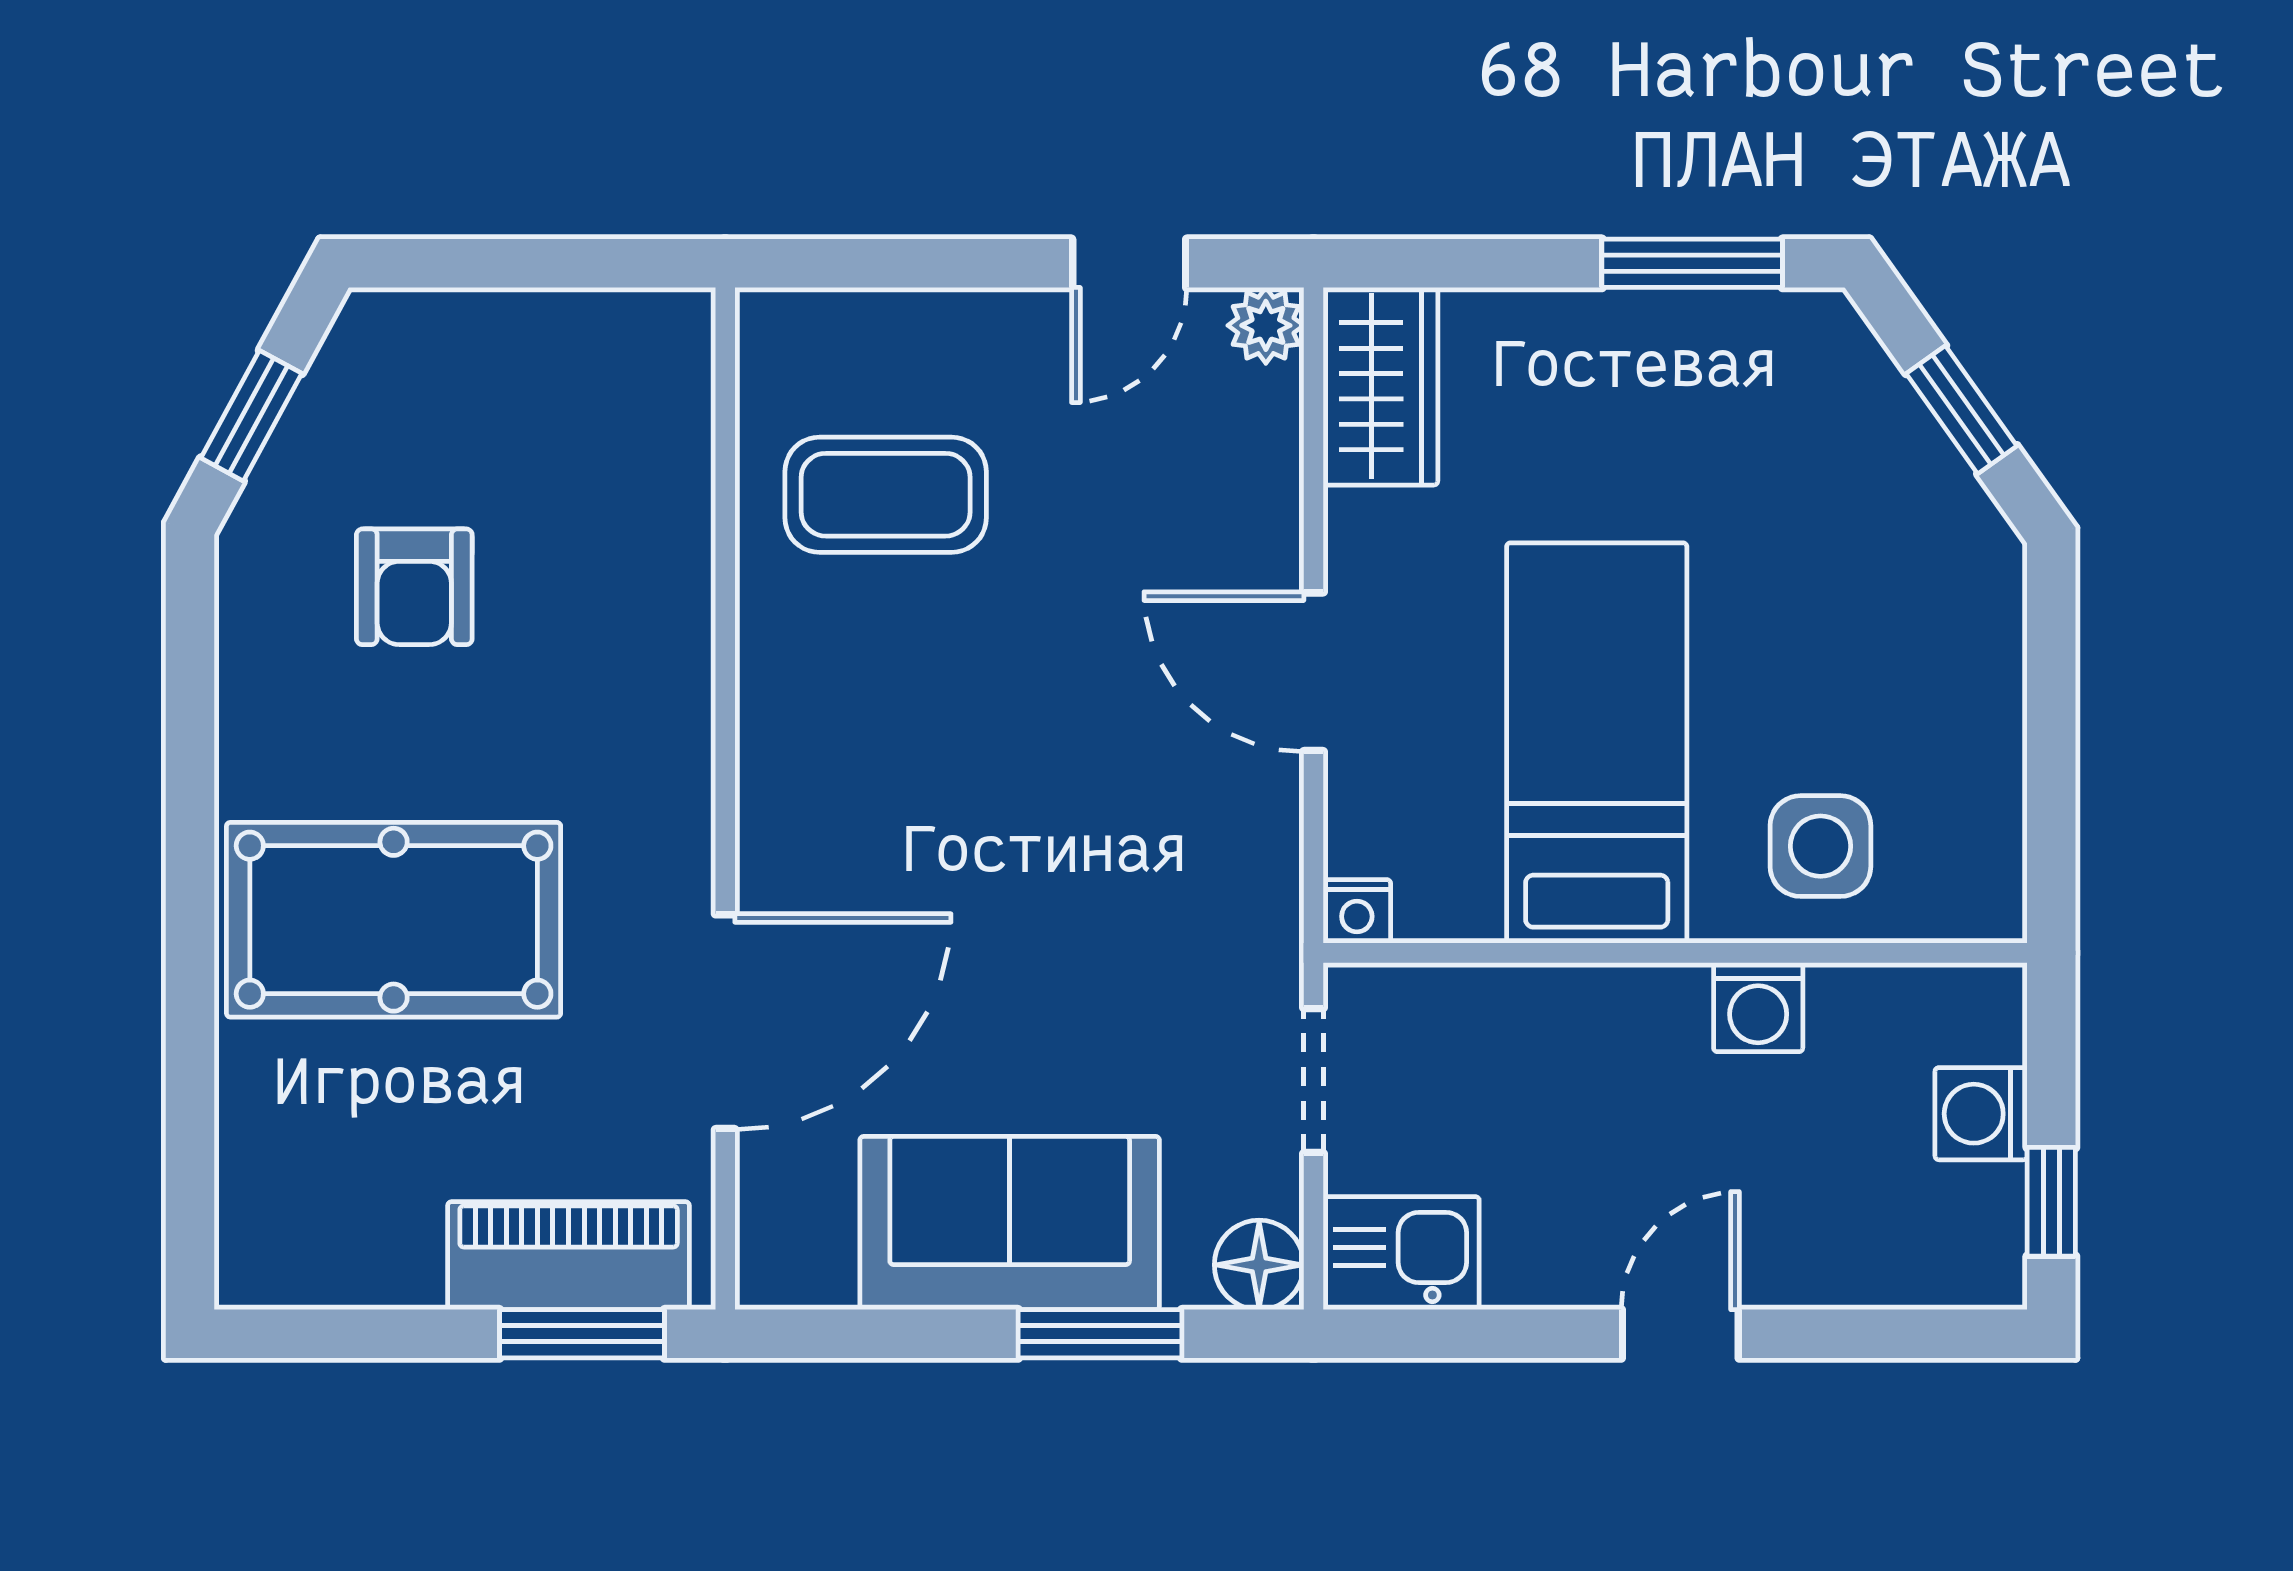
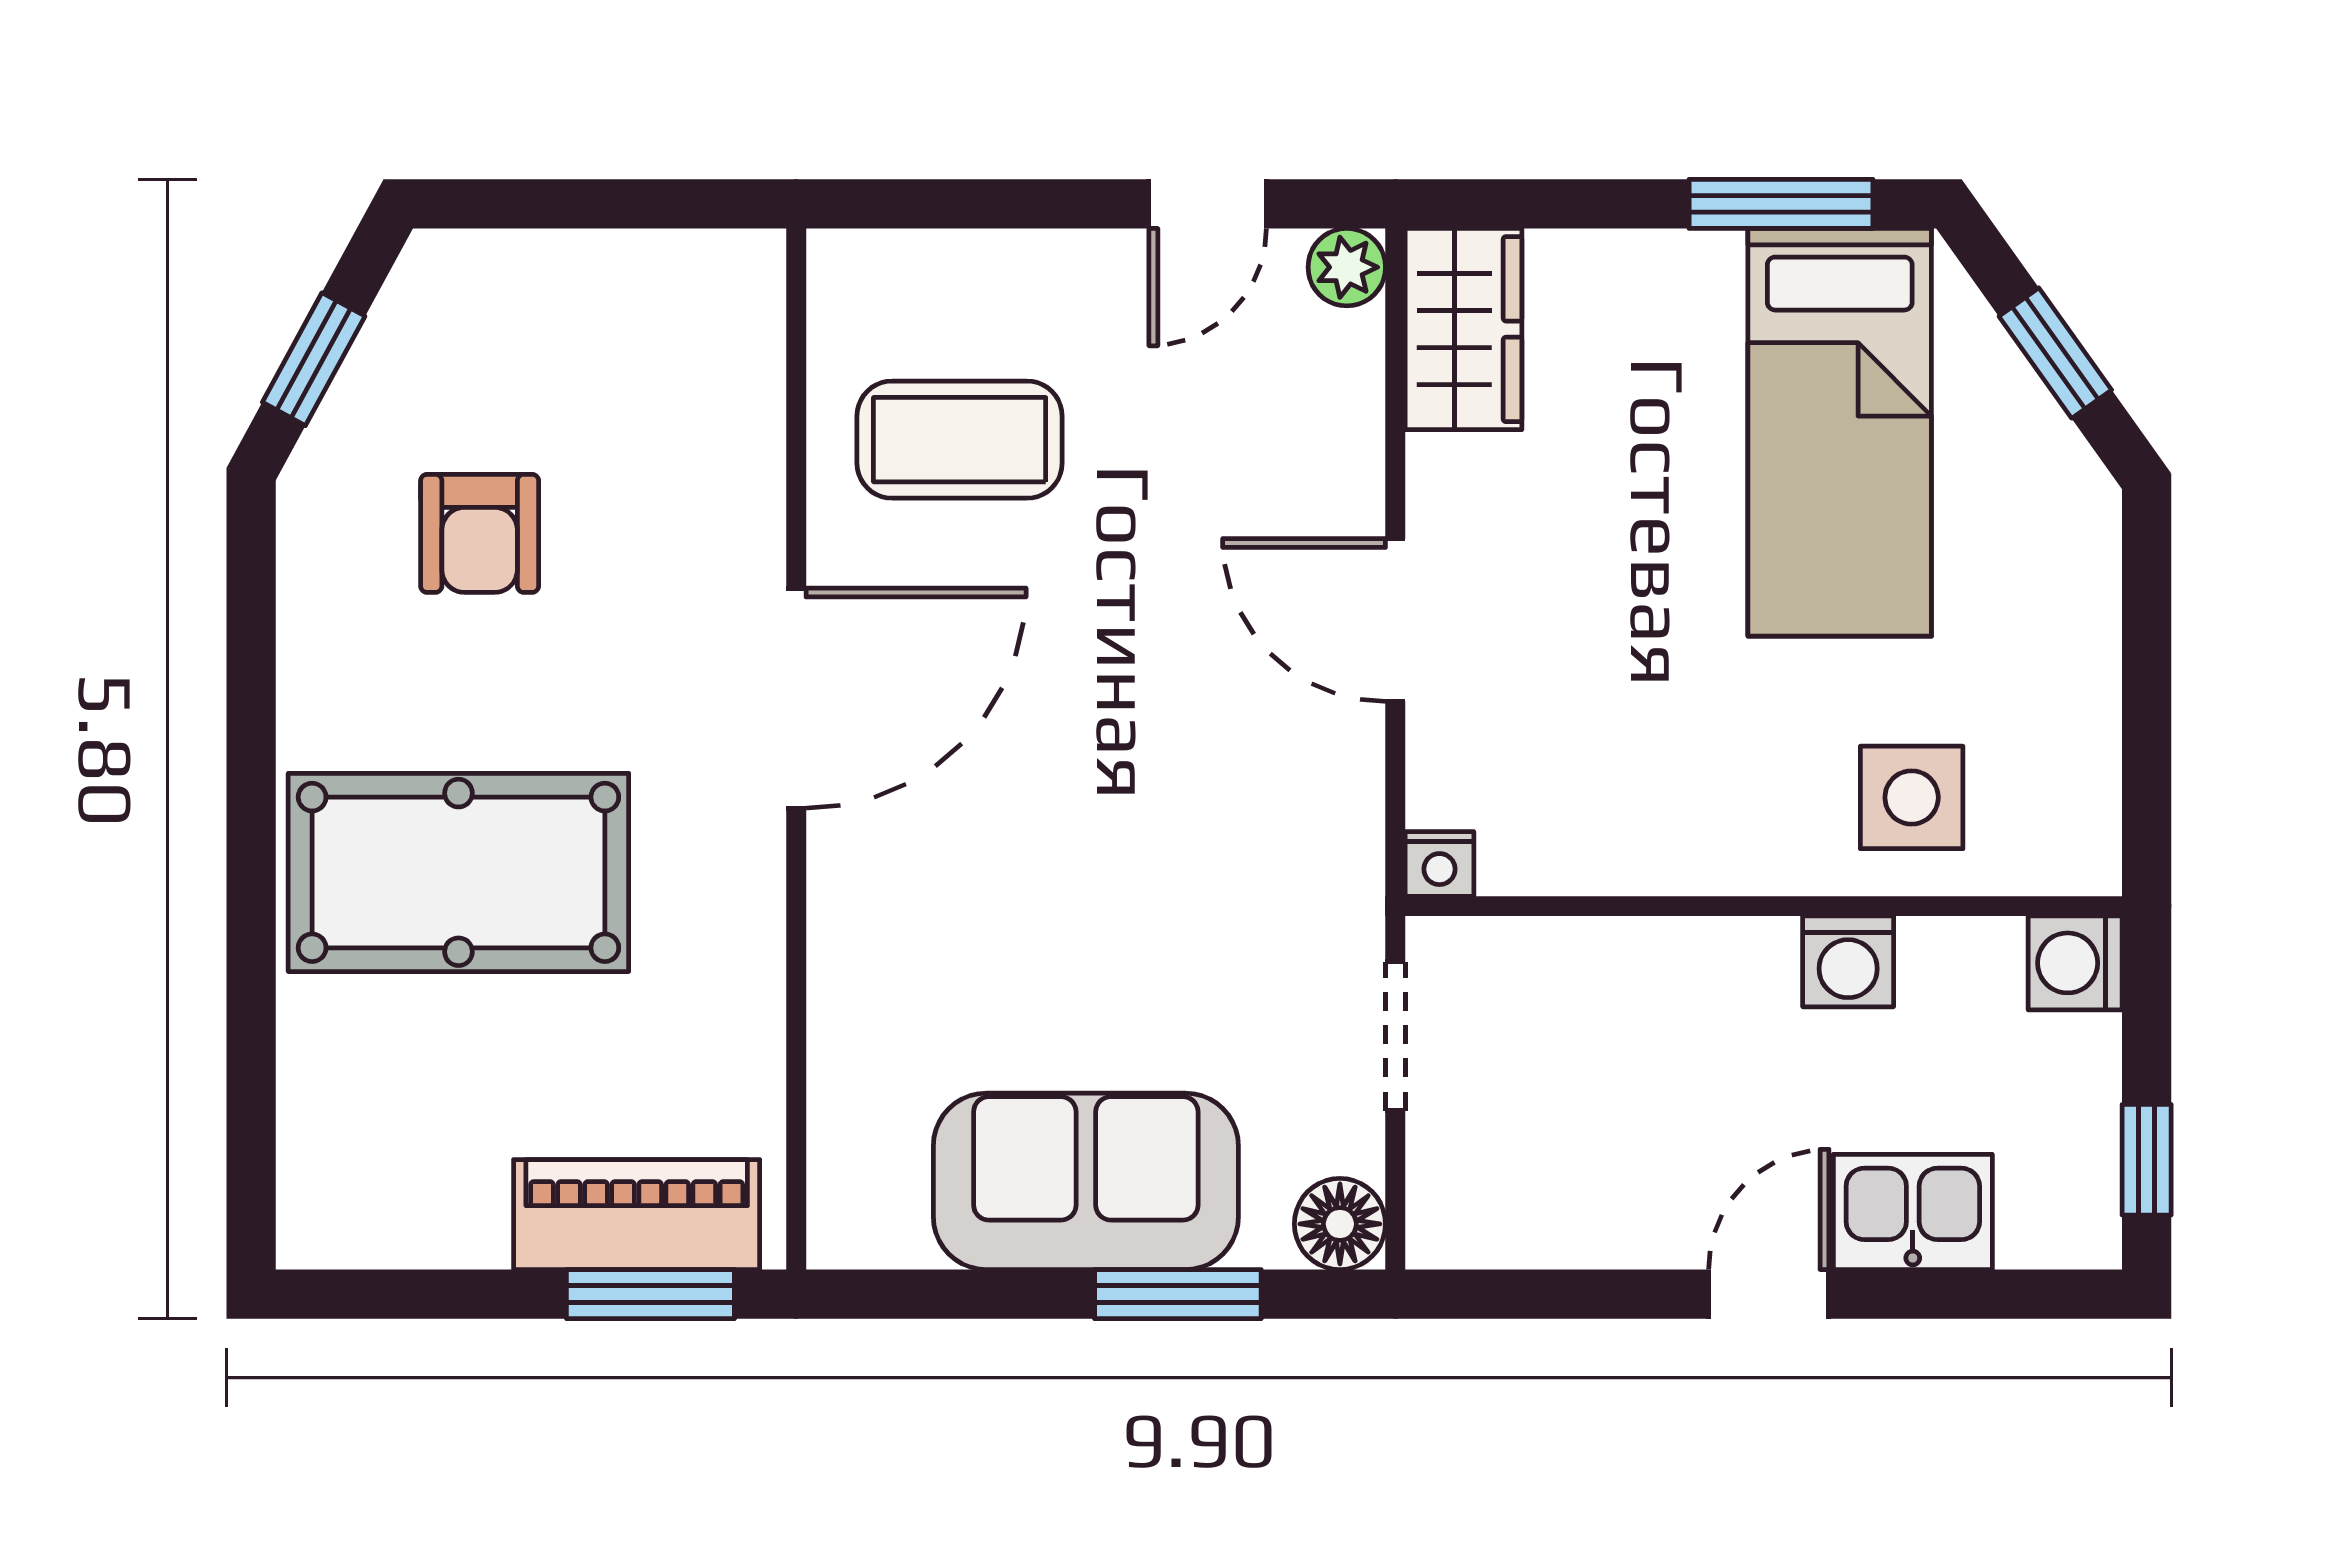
bed: (1597, 743) -> (1840, 432), moved, turned 180
door: (725, 1022) -> (796, 698), moved
washing machine: (1981, 1114) -> (2075, 963), moved
kitchen sink: (1401, 1253) -> (1913, 1212), moved

